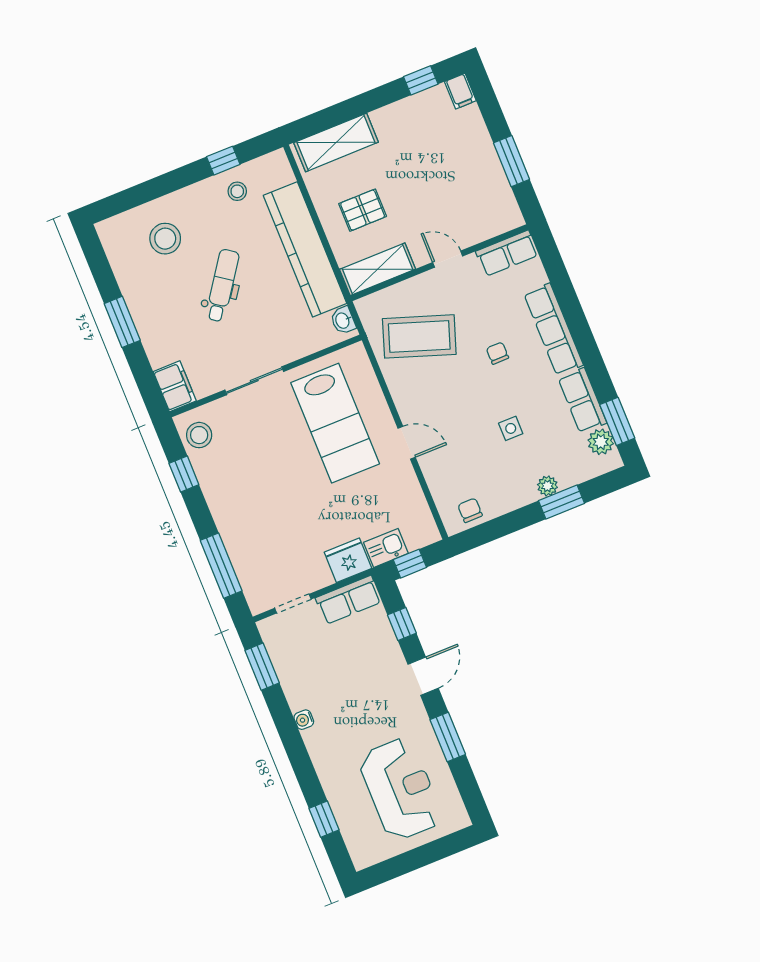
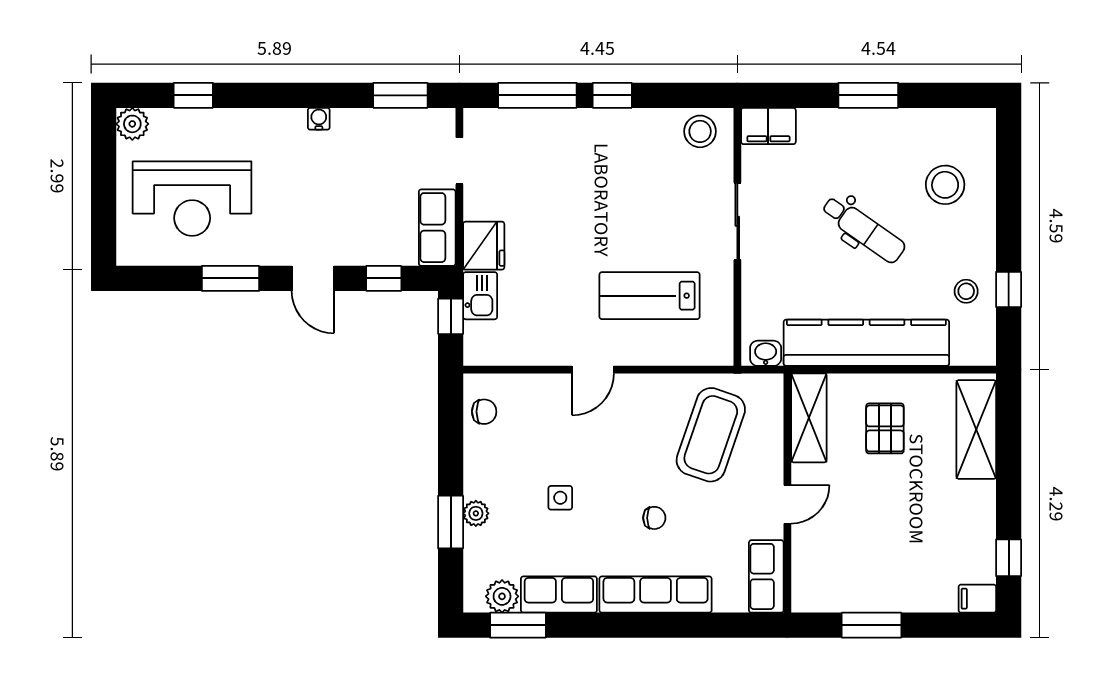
lab bench: (335, 423) -> (650, 296), width x0.73, depth x0.72
window: (184, 474) -> (612, 95), moved
plant: (363, 855) -> (132, 124), added

